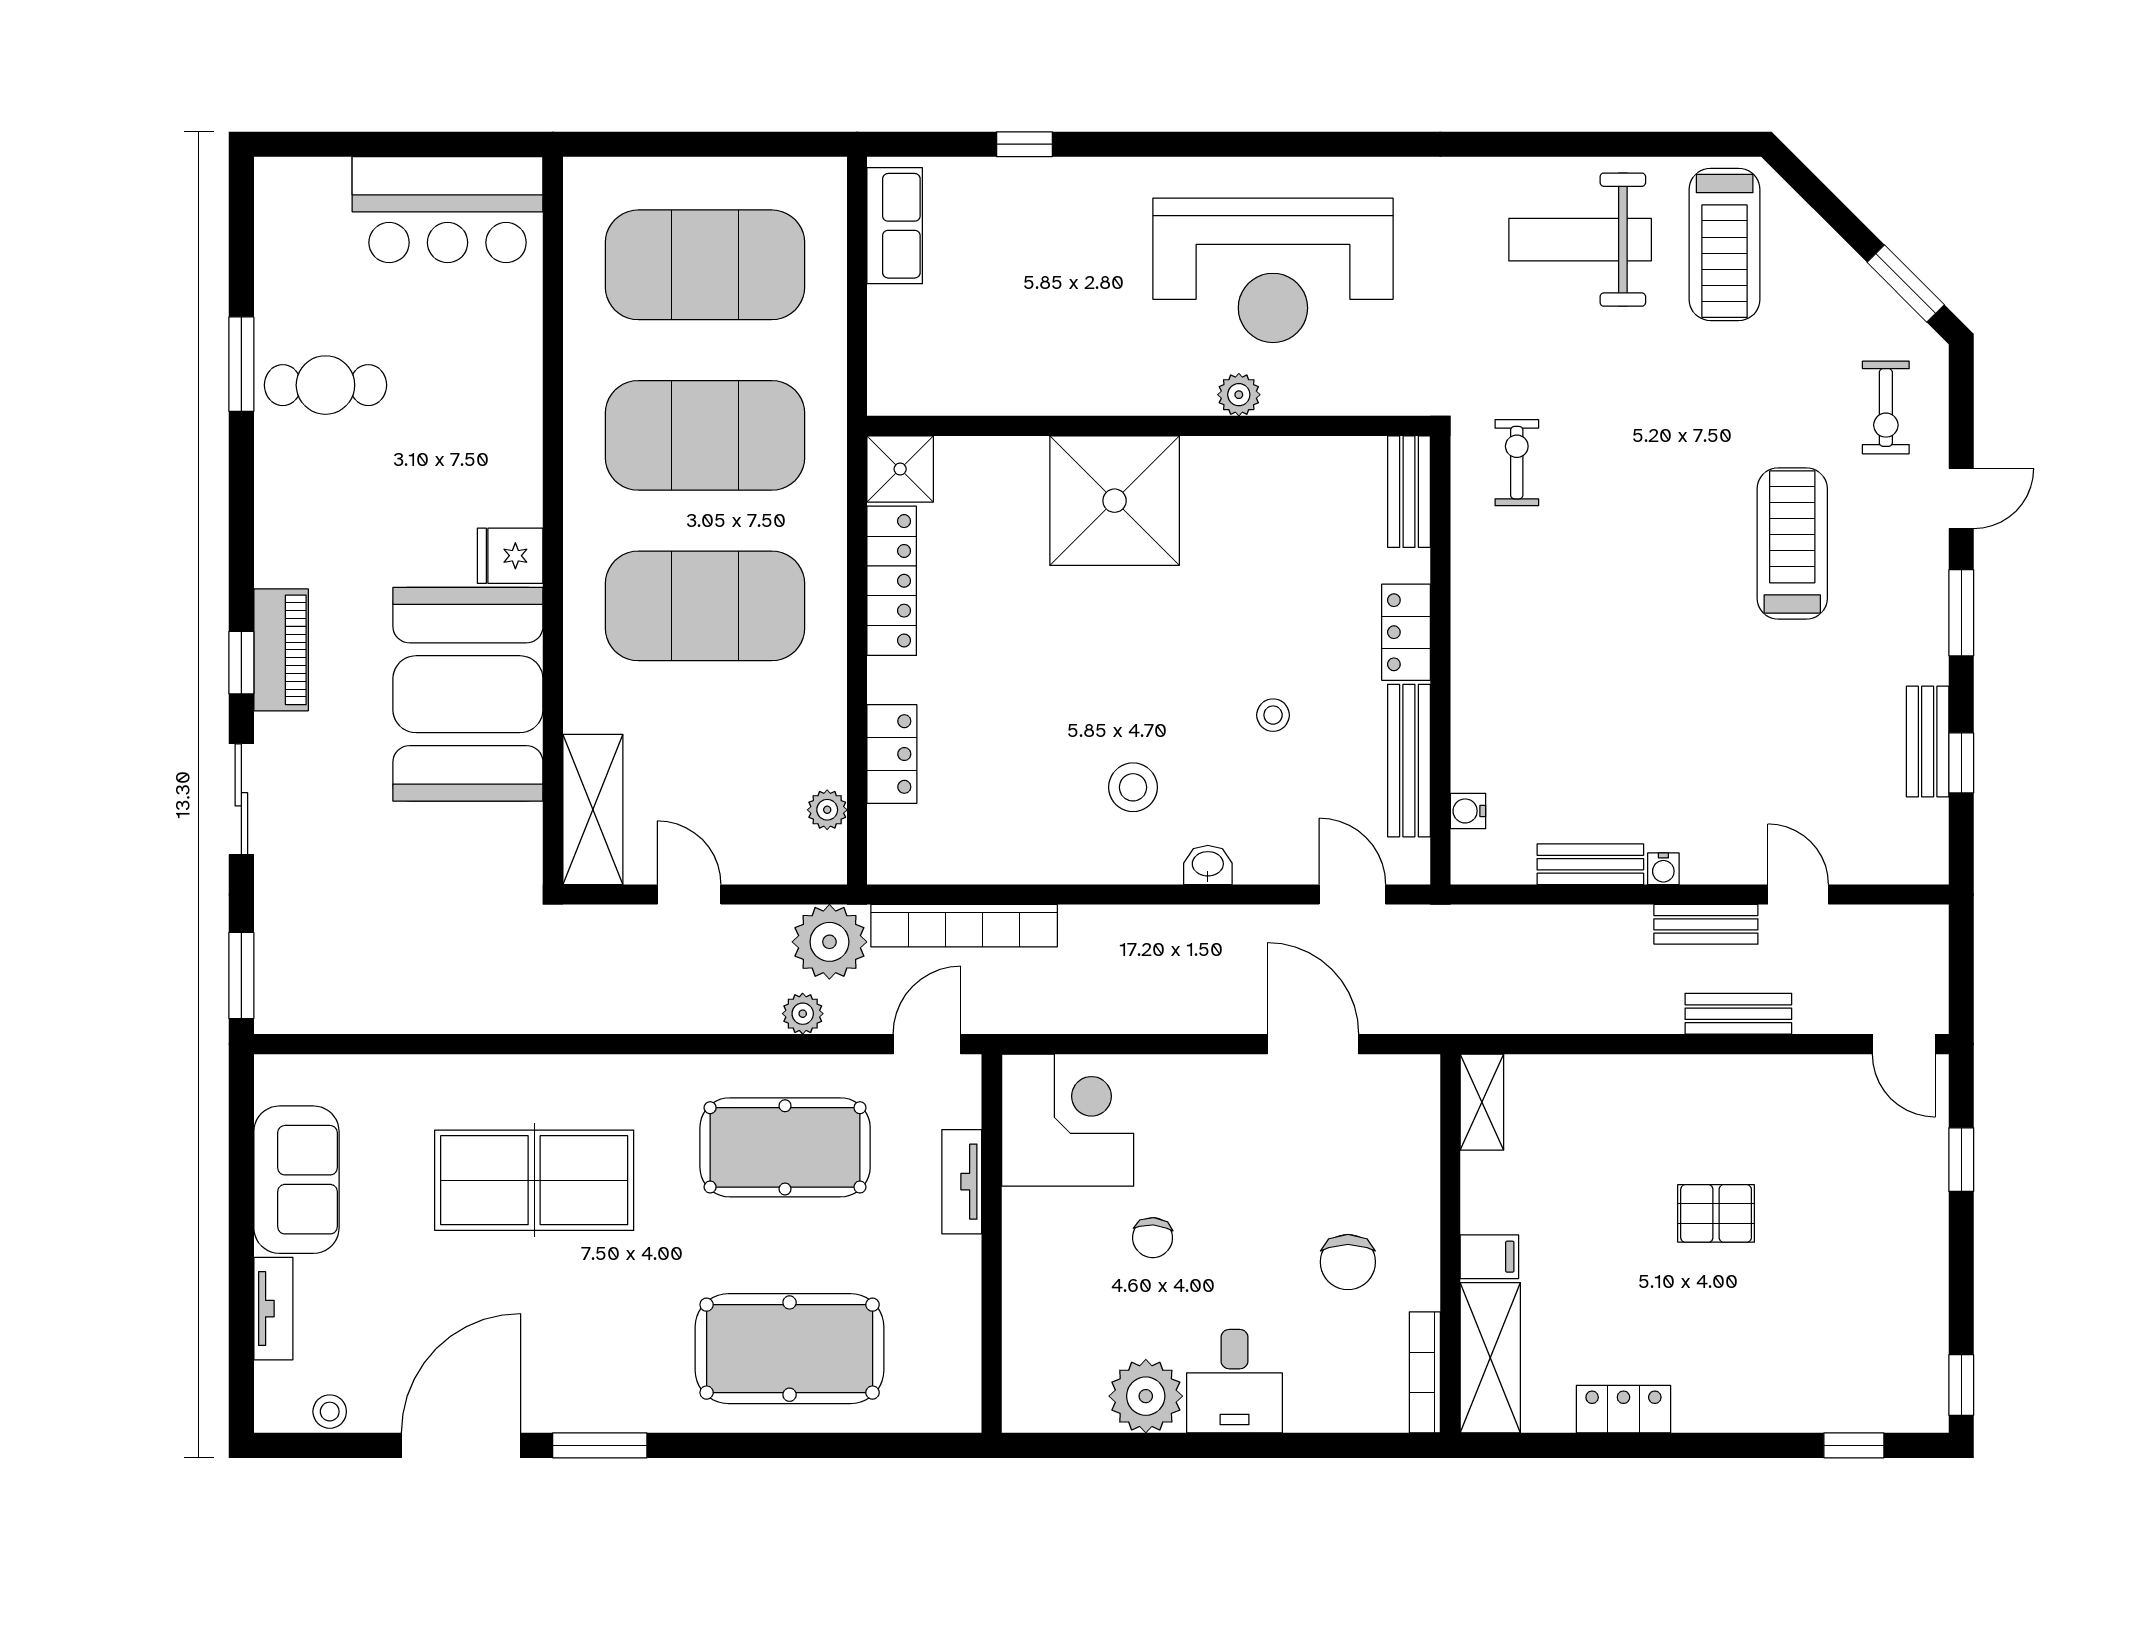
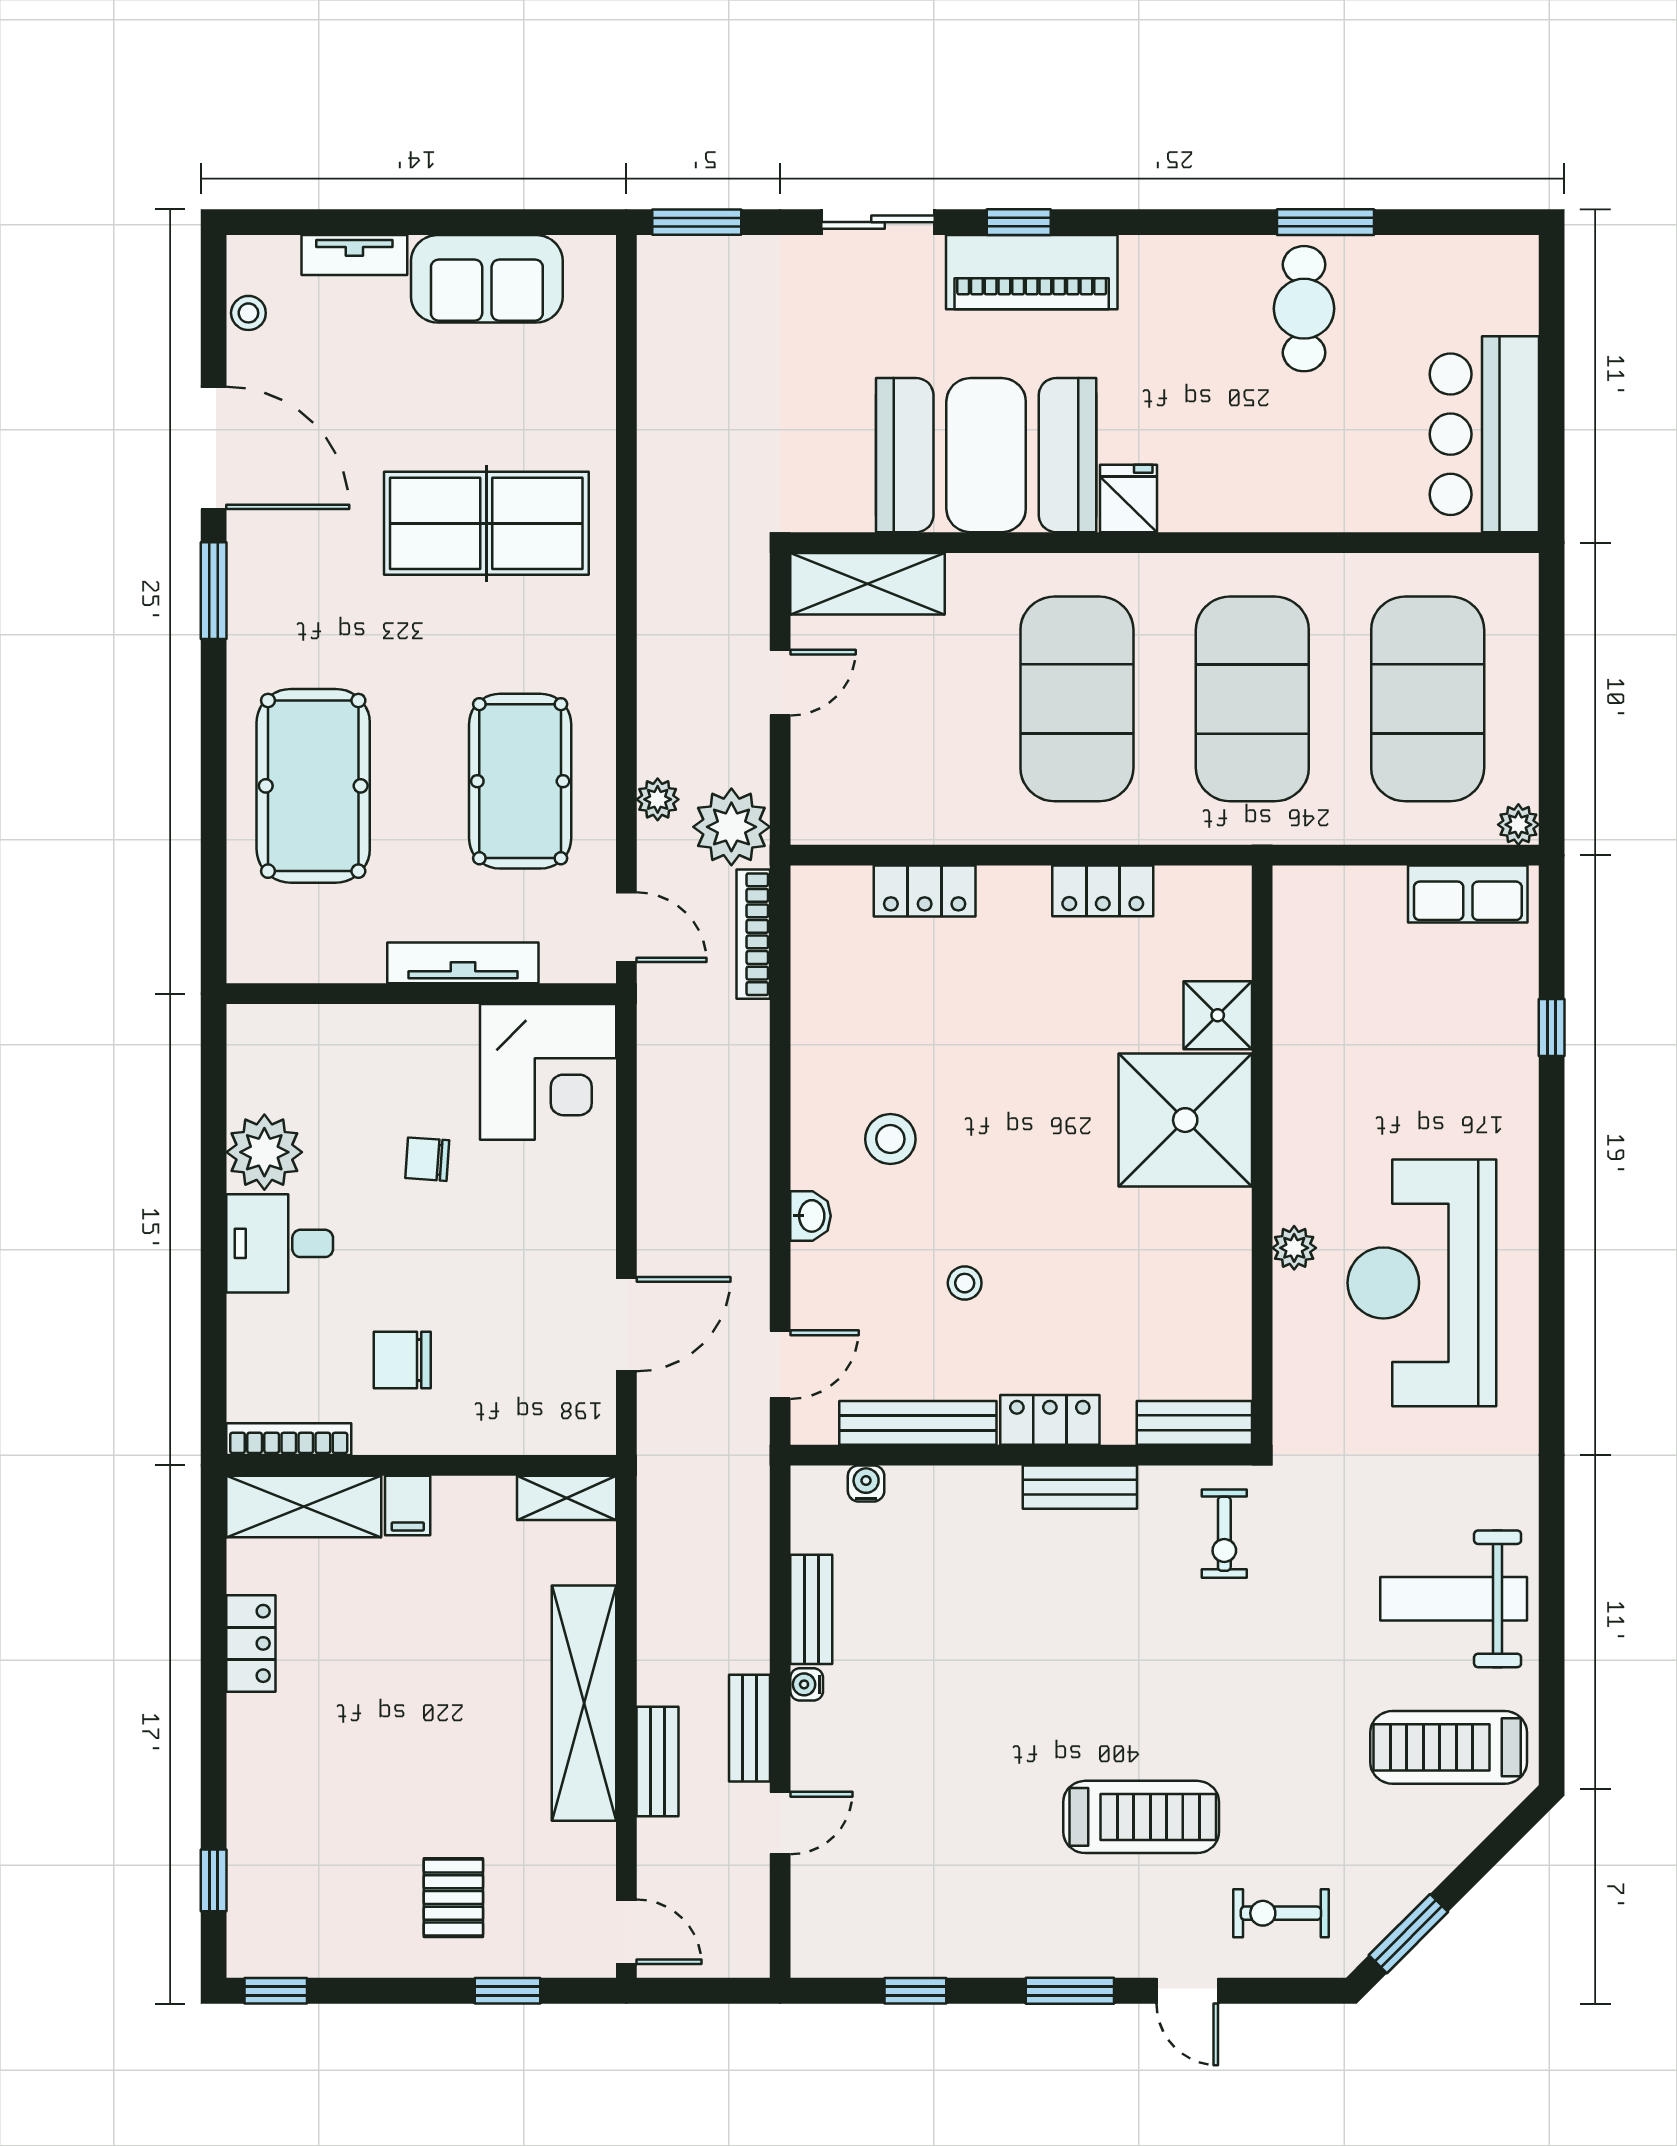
weight bench: (1580, 240) -> (1454, 1599), turned -90
exercise bike: (1517, 463) -> (1224, 1534), turned 90
shower: (900, 469) -> (1218, 1015), moved
locker: (892, 581) -> (1103, 891), width x0.66
piano: (281, 650) -> (1032, 272), width x1.37, depth x1.33
bench: (1928, 742) -> (1080, 1487), moved
plant: (827, 810) -> (1518, 825), moved
bookcase: (964, 926) -> (753, 934), width x0.68, depth x0.76
door: (1904, 1044) -> (626, 1932), swing flipped
shelving: (1682, 1085) -> (584, 1703), added
table tennis table: (534, 1180) -> (486, 523), turned 90
tv unit: (962, 1182) -> (463, 963), width x1.41
pallet: (1716, 1213) -> (453, 1898), moved

